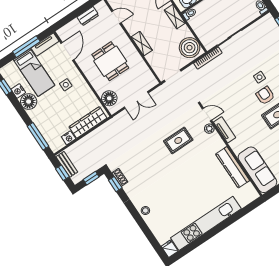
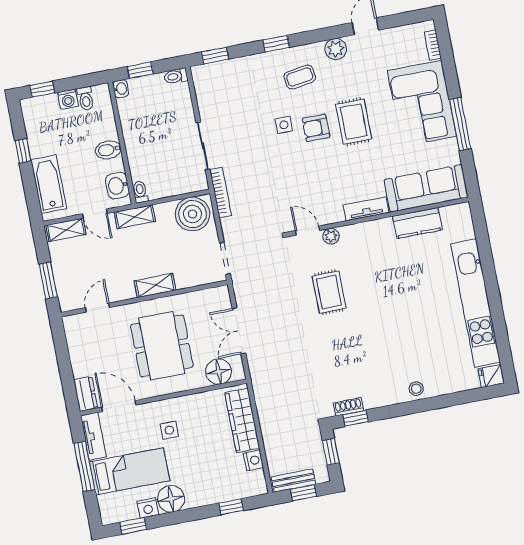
dresser: (88, 16) -> (86, 394), moved
dining table: (110, 61) -> (162, 346), width x1.38
double door: (136, 100) -> (239, 331), swing flipped
door: (207, 114) -> (307, 231), hinge flipped
tv unit: (225, 130) -> (366, 209), moved
window: (38, 136) -> (231, 507), width x0.46
kitchen counter: (233, 167) -> (417, 223), width x0.67

